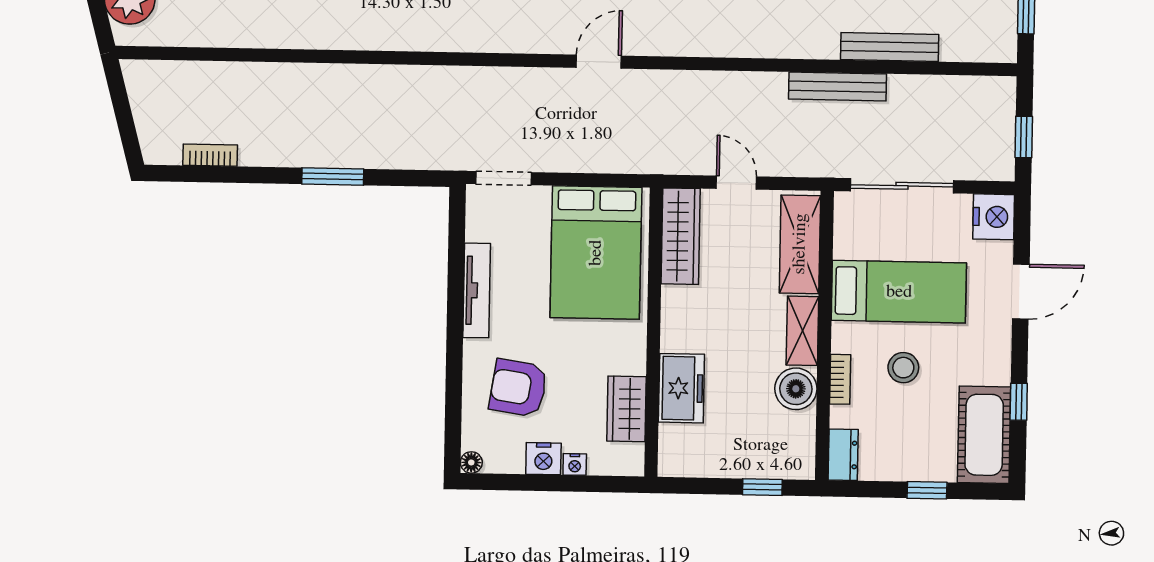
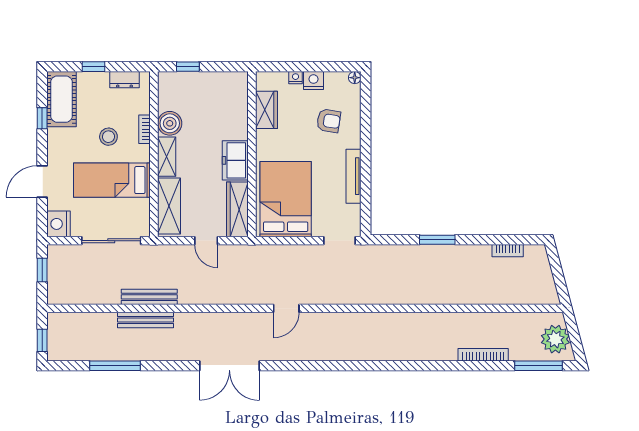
bench: (890, 47) -> (146, 320), moved
armchair: (518, 388) -> (329, 121), width x0.72, depth x0.72
freezer: (681, 388) -> (235, 160), moved
dresser: (843, 455) -> (124, 80), moved, turned -90

